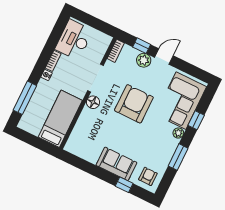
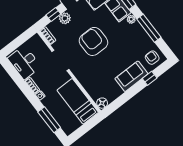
floor lamp: (93, 102) -> (102, 103), moved
window: (178, 157) -> (149, 28), width x1.44

